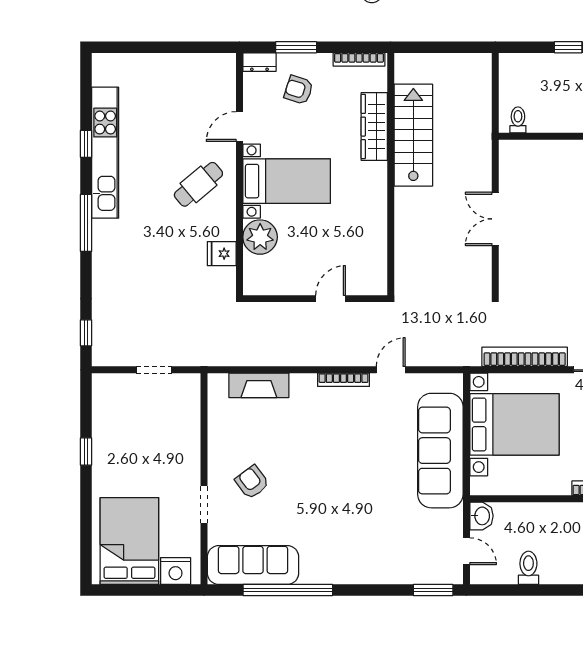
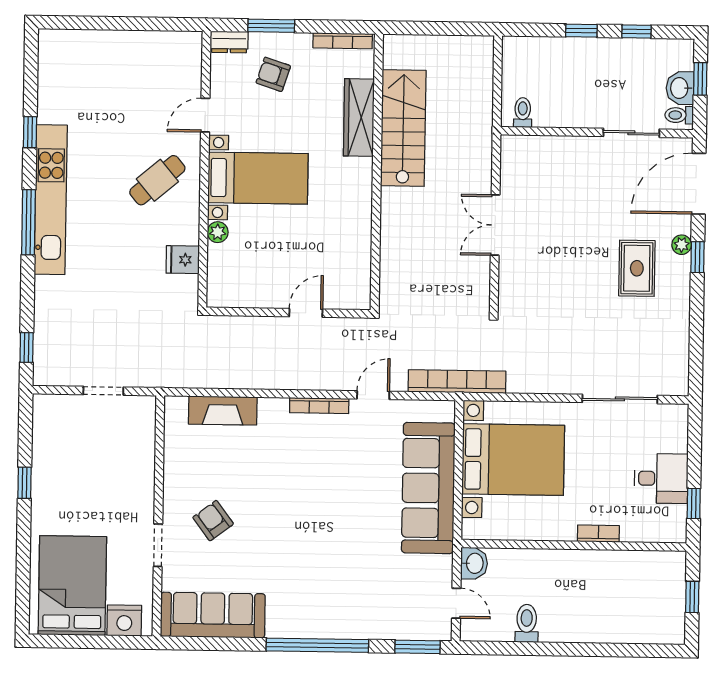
kitchen unit: (105, 153) -> (51, 200), moved
plant: (260, 237) -> (218, 232), width x0.53, depth x0.53
bookcase: (525, 357) -> (457, 382), moved
window: (288, 590) -> (317, 645), moved

